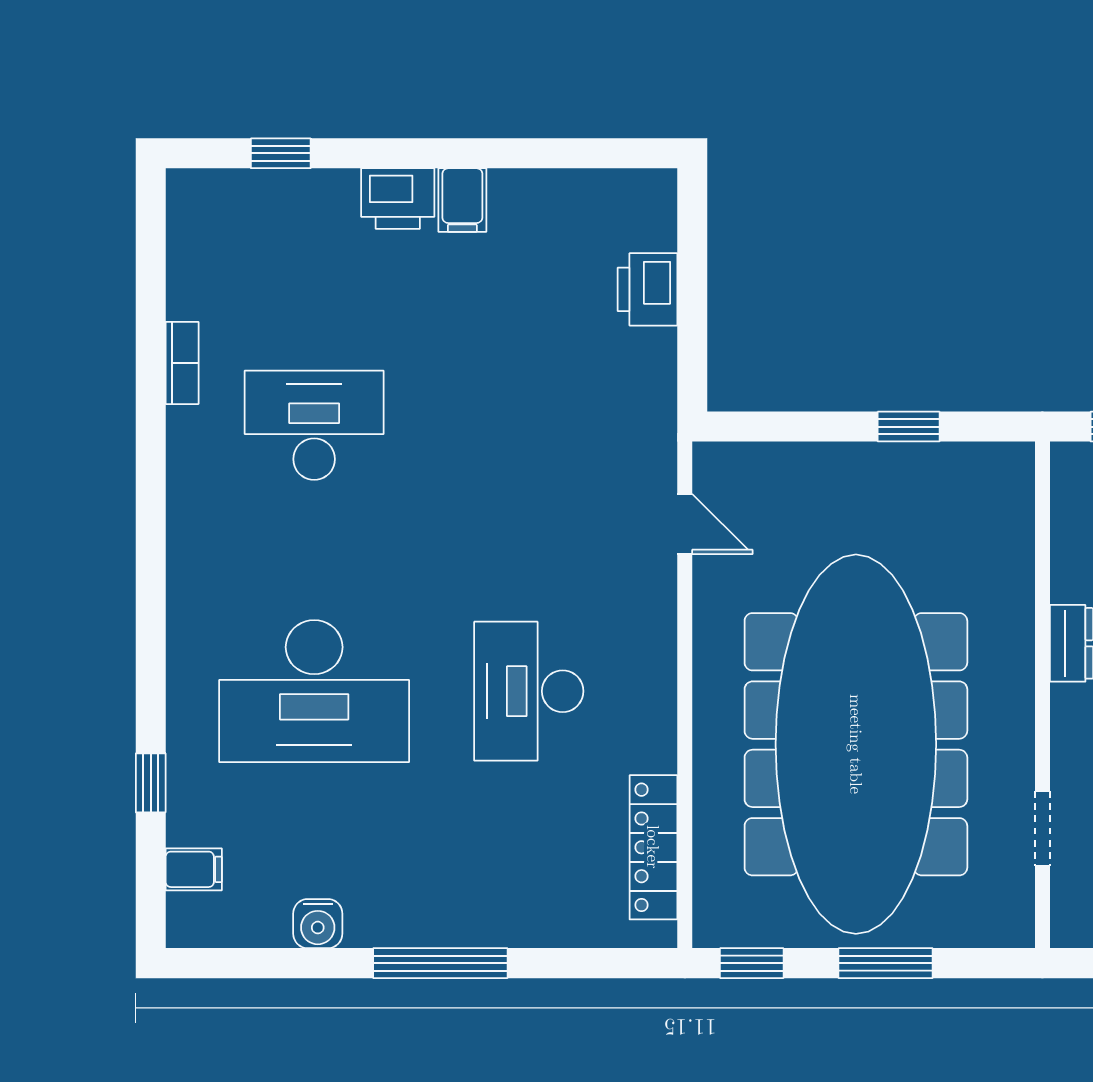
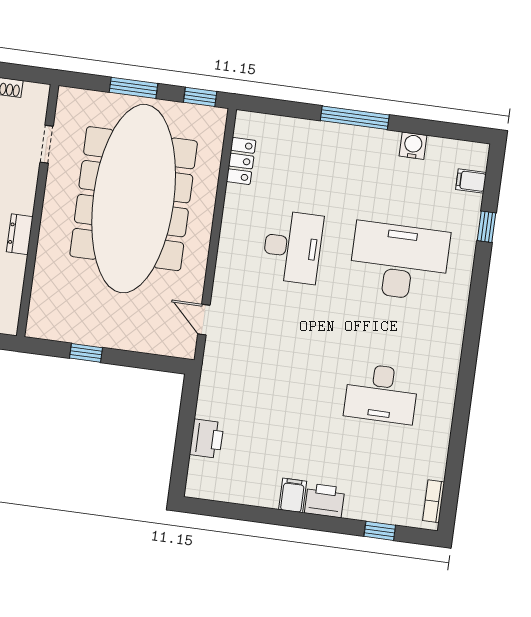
bookcase: (182, 363) -> (434, 501), moved
locker: (653, 847) -> (241, 161), width x0.66

